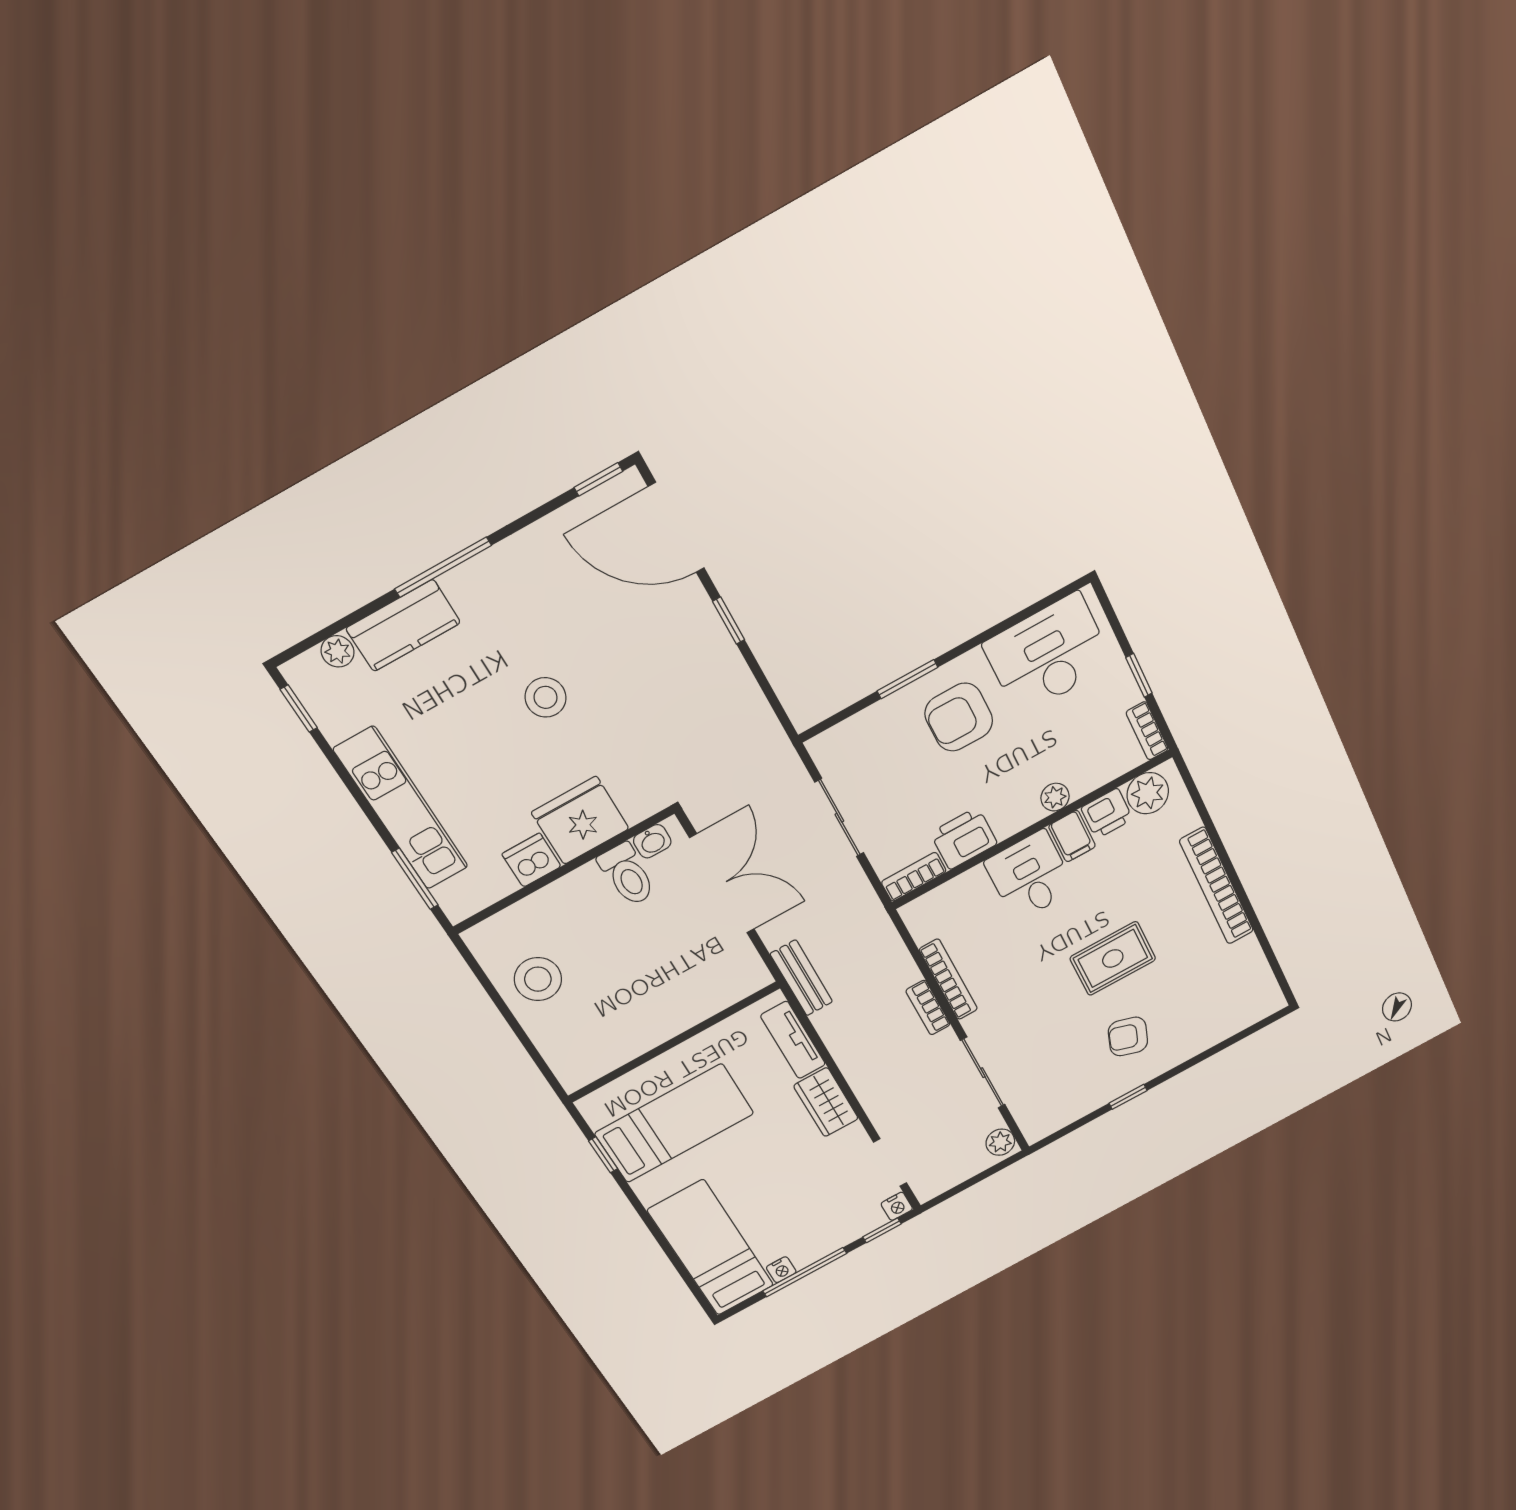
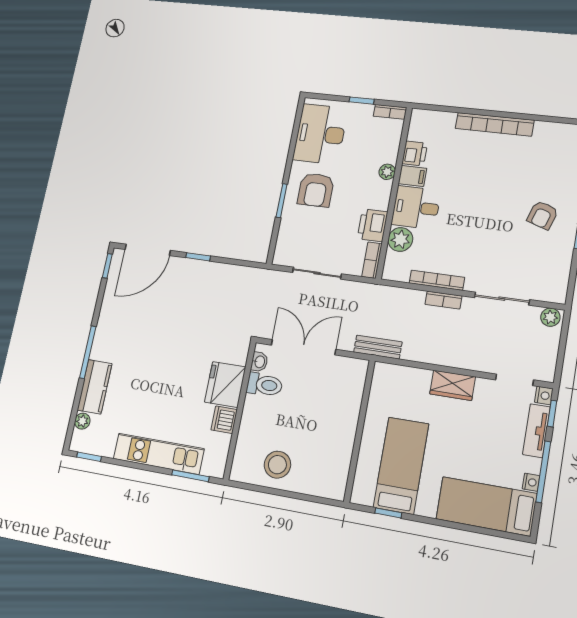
stool: (546, 697) -> (166, 355), removed
plant: (1148, 793) -> (400, 239), moved
rug: (1113, 958) -> (492, 196), removed
tv unit: (793, 1040) -> (536, 431), moved, turned 90

